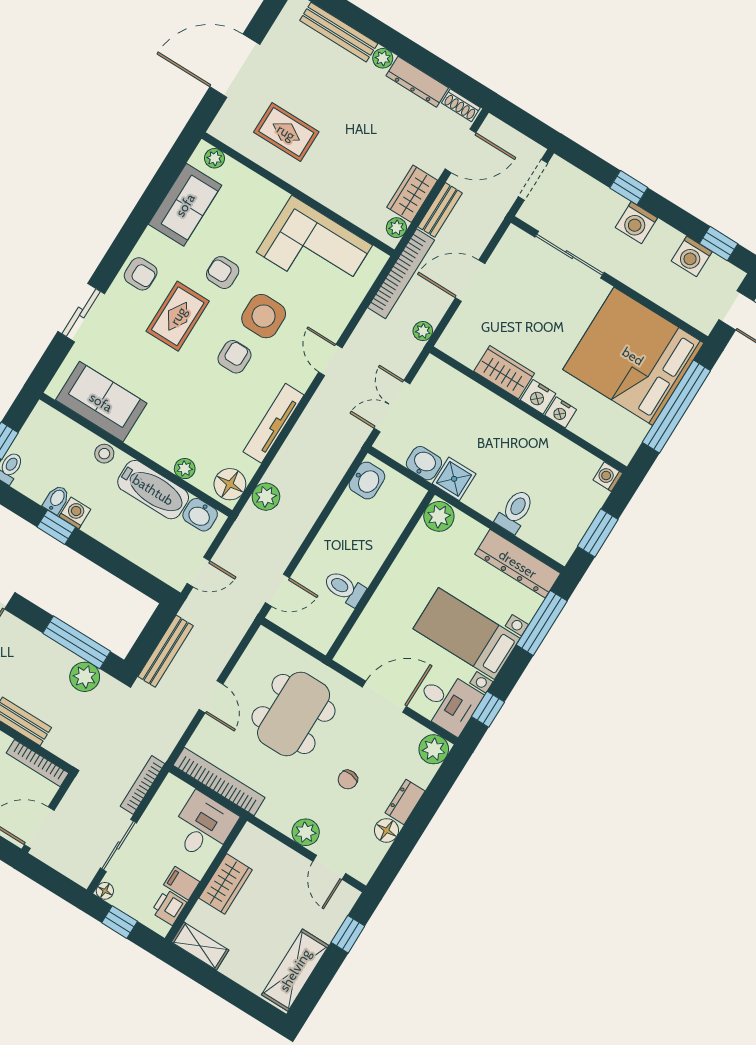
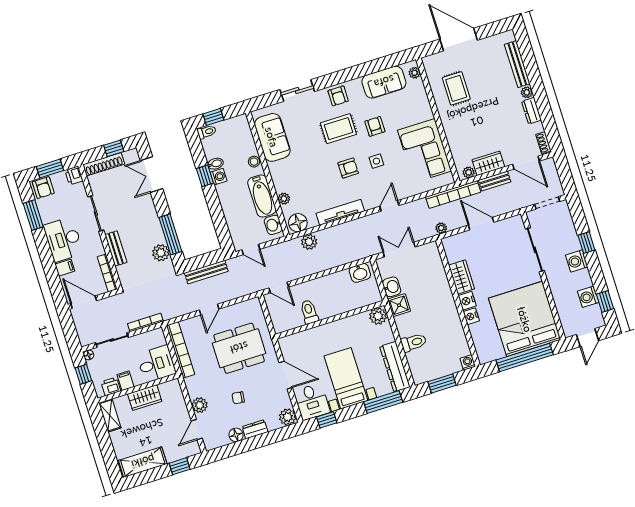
dresser: (417, 82) -> (532, 111), width x0.70
side table: (264, 316) -> (376, 161), width x0.54, depth x0.54

